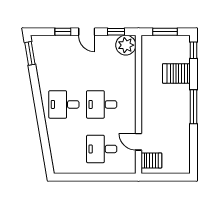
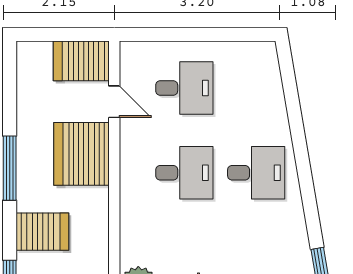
server rack: (156, 114) -> (82, 154), added
server rack: (151, 160) -> (81, 61), width x1.36, depth x1.44

